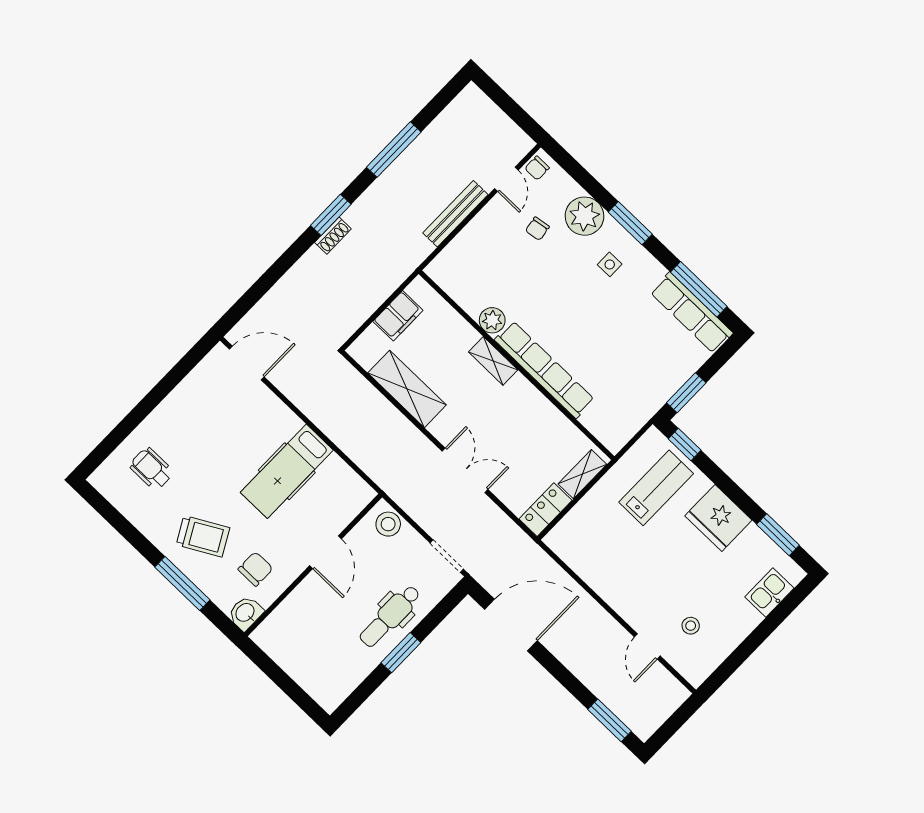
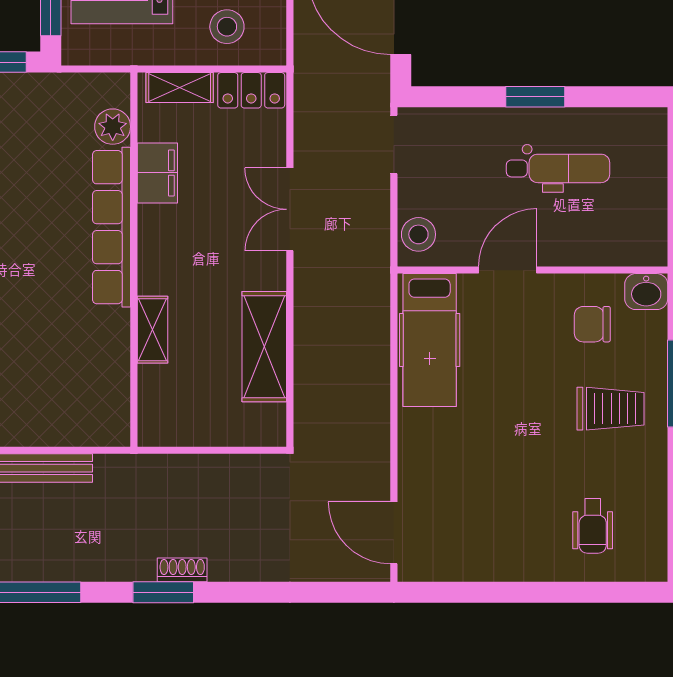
filing cabinet: (398, 316) -> (157, 173), moved, turned 90
plant: (492, 320) -> (113, 127), moved
shelving: (493, 361) -> (152, 330), moved
hospital bed: (287, 471) -> (430, 340), moved, turned 90
stool: (590, 529) -> (227, 27), added
trolley: (203, 536) -> (611, 409), turned 119
dental chair: (390, 616) -> (558, 168), moved

